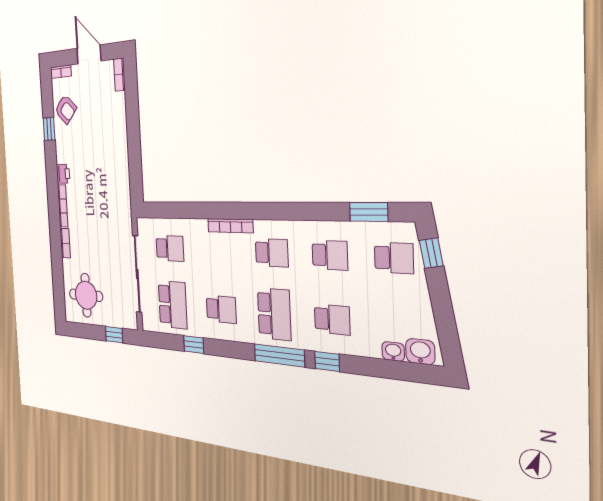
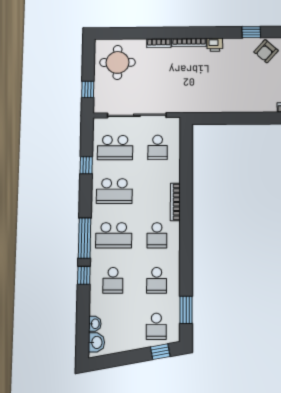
school desk: (221, 309) -> (114, 191), width x1.85

